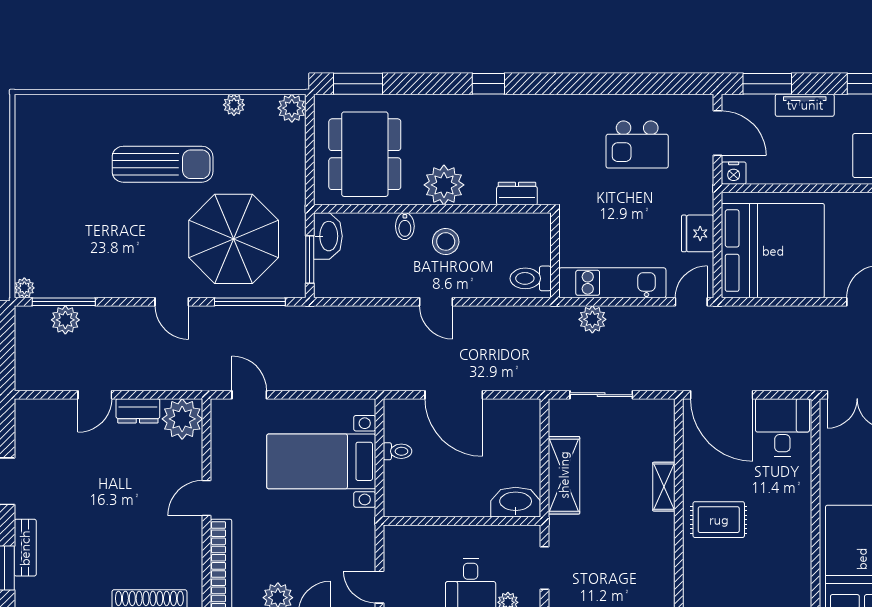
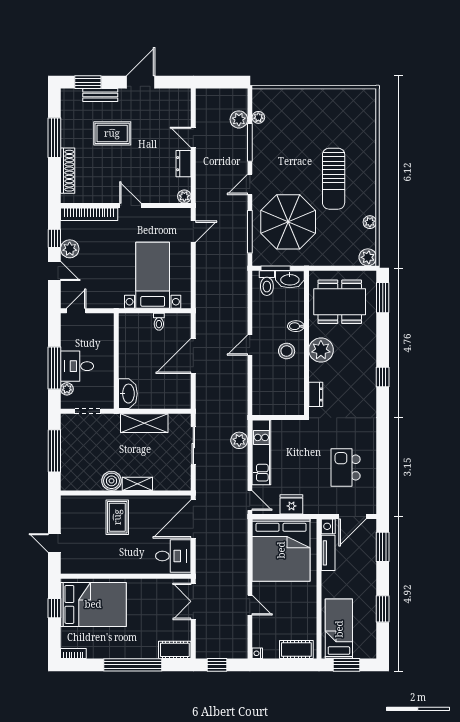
tv unit: (805, 105) -> (328, 553), moved, turned 180
toilet: (531, 278) -> (267, 283), moved, turned 180
plant: (24, 288) -> (258, 117), moved
window: (64, 302) -> (250, 142), moved
plant: (182, 419) -> (184, 196), width x0.53, depth x0.53
rug: (88, 528) -> (112, 133), added
boiler: (659, 529) -> (112, 481), added

